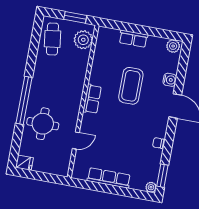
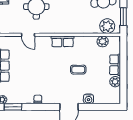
plant: (173, 46) -> (115, 82), moved
plant: (101, 49) -> (103, 41), added
coffee table: (131, 86) -> (78, 70), width x0.54, depth x0.58

